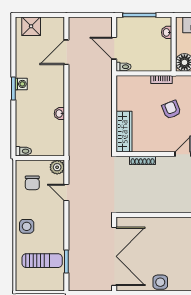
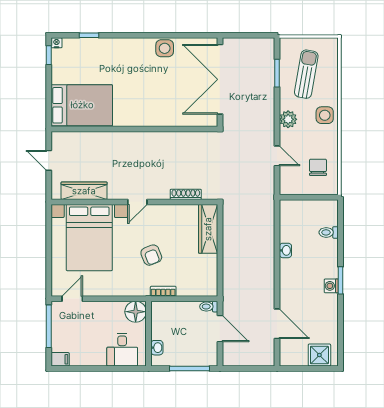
door: (66, 52) -> (277, 324), hinge flipped
toilet: (23, 151) -> (329, 232), moved
plant: (57, 167) -> (288, 119), moved
sun lounger: (42, 261) -> (306, 74), turned 100

